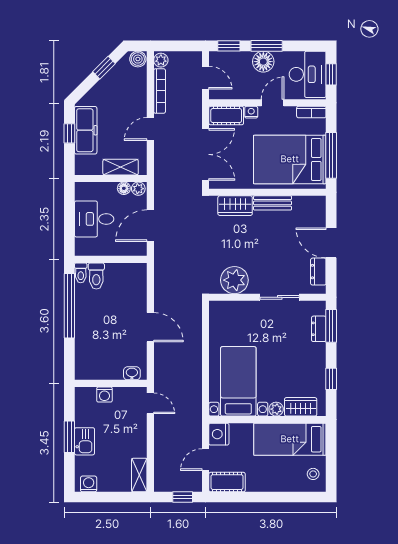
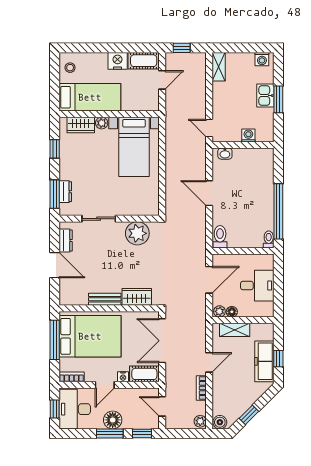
bookcase: (160, 91) -> (201, 388), width x0.64
toilet: (96, 276) -> (220, 237), moved
nightstand: (219, 434) -> (118, 61), moved, turned -90

